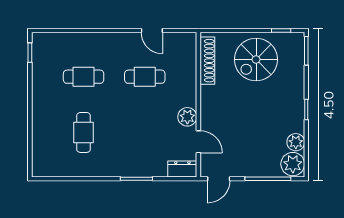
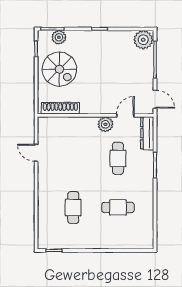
door: (152, 30) -> (36, 153), swing flipped
cafe table: (145, 77) -> (118, 158), moved
plant: (296, 142) -> (59, 37), moved
dresser: (182, 169) -> (147, 133), width x1.44

